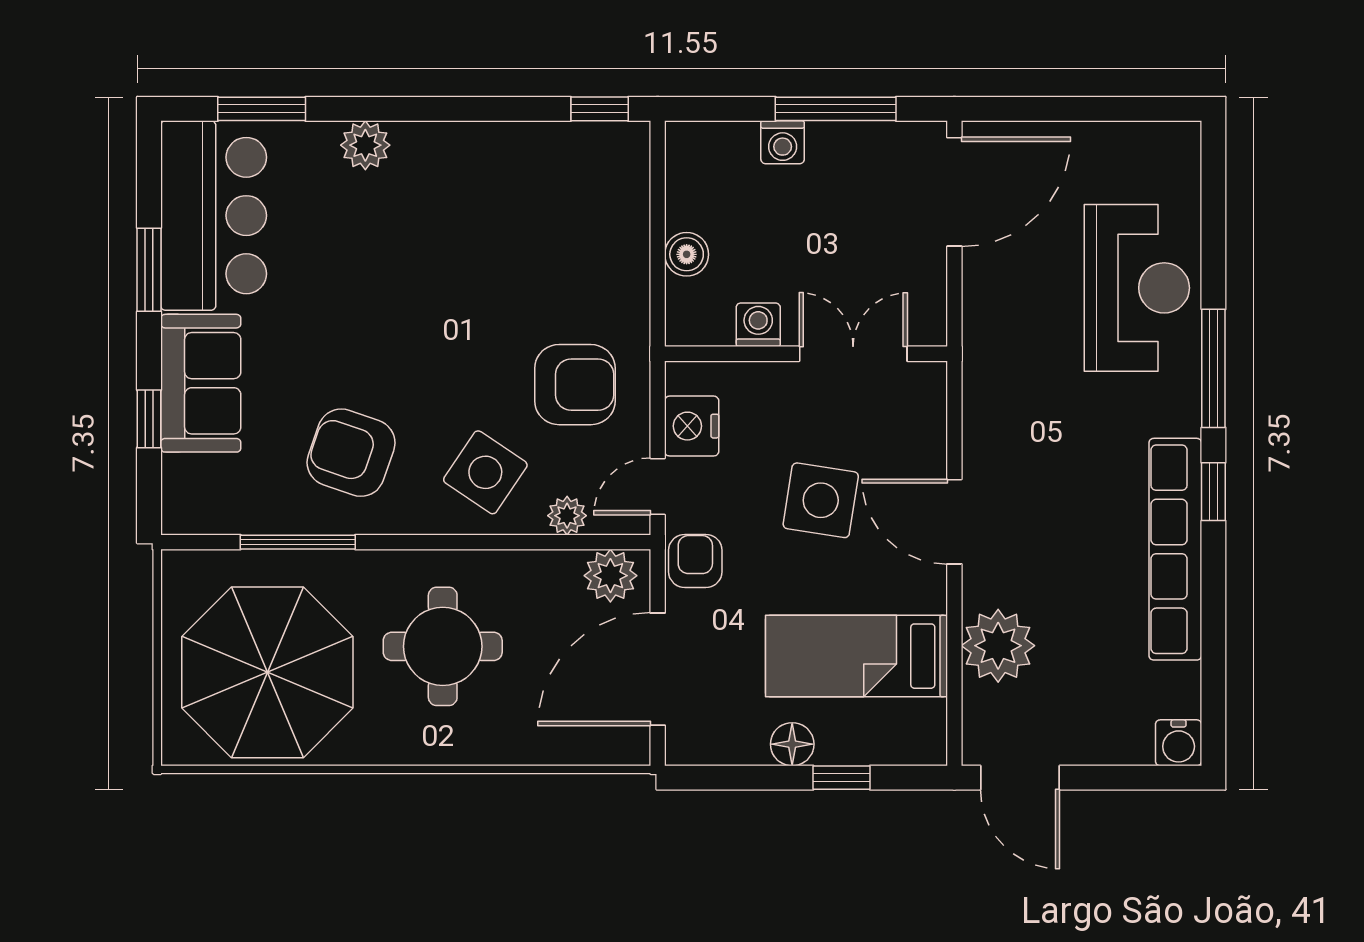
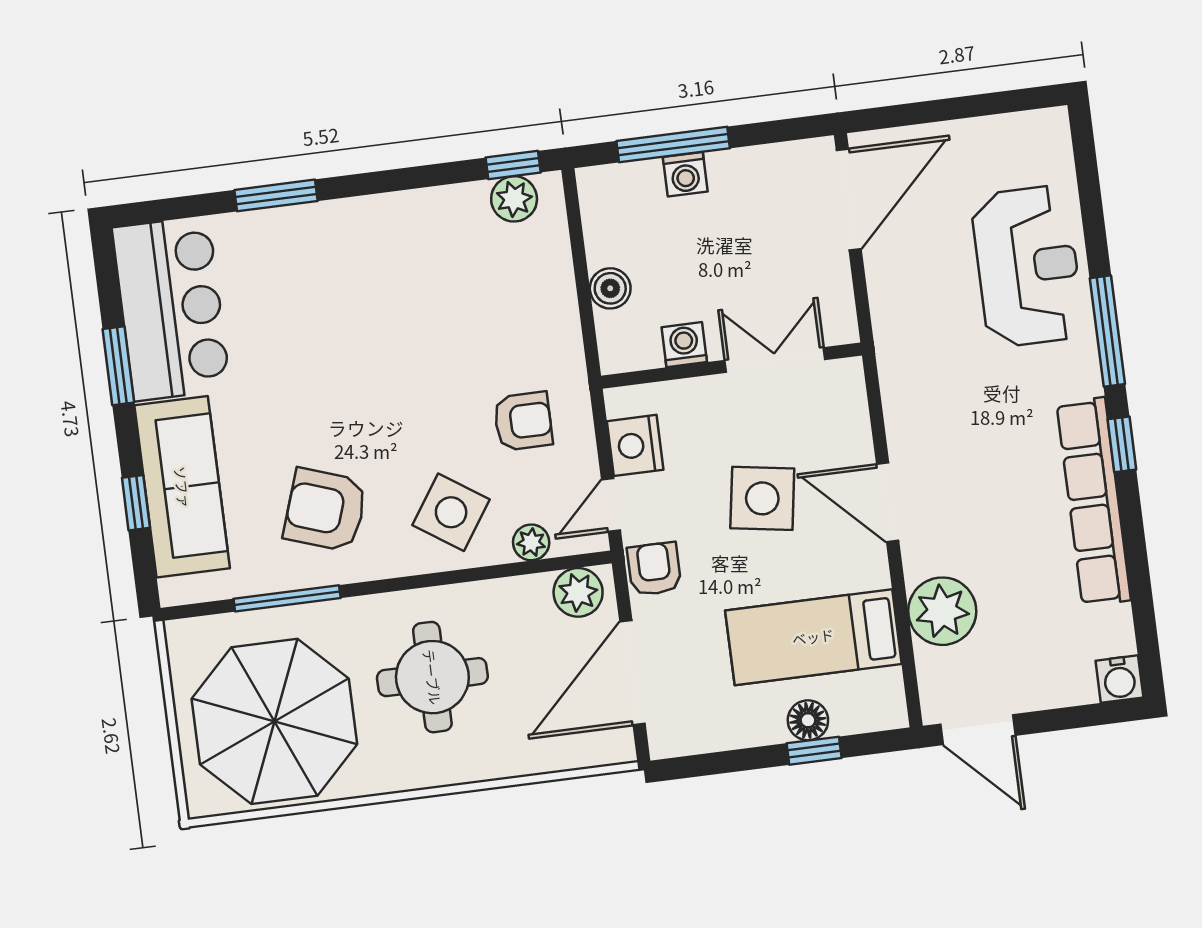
window: (262, 109) -> (276, 195), moved
window: (836, 109) -> (673, 145), moved
plant: (365, 145) -> (514, 199), moved
sofa: (201, 383) -> (182, 487), width x1.36
armchair: (575, 385) -> (523, 421), width x0.72, depth x0.72
floor lamp: (792, 744) -> (808, 720), moved

